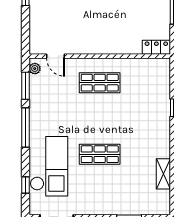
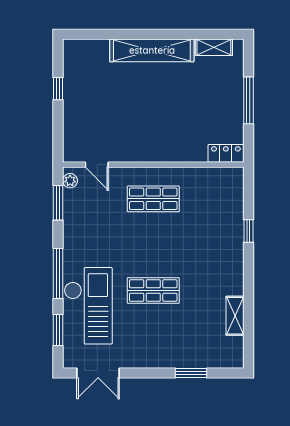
window: (25, 128) -> (58, 274), moved
window: (25, 185) -> (58, 330), width x1.50

